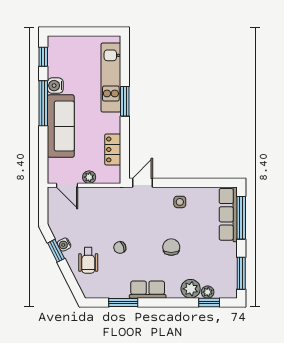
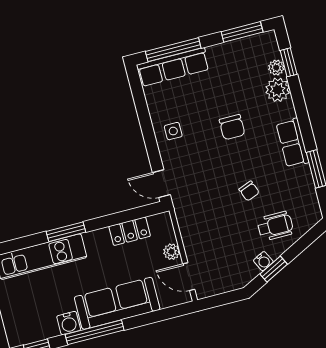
door: (67, 185) -> (189, 277), swing flipped
chair: (171, 247) -> (232, 127), turned -90

